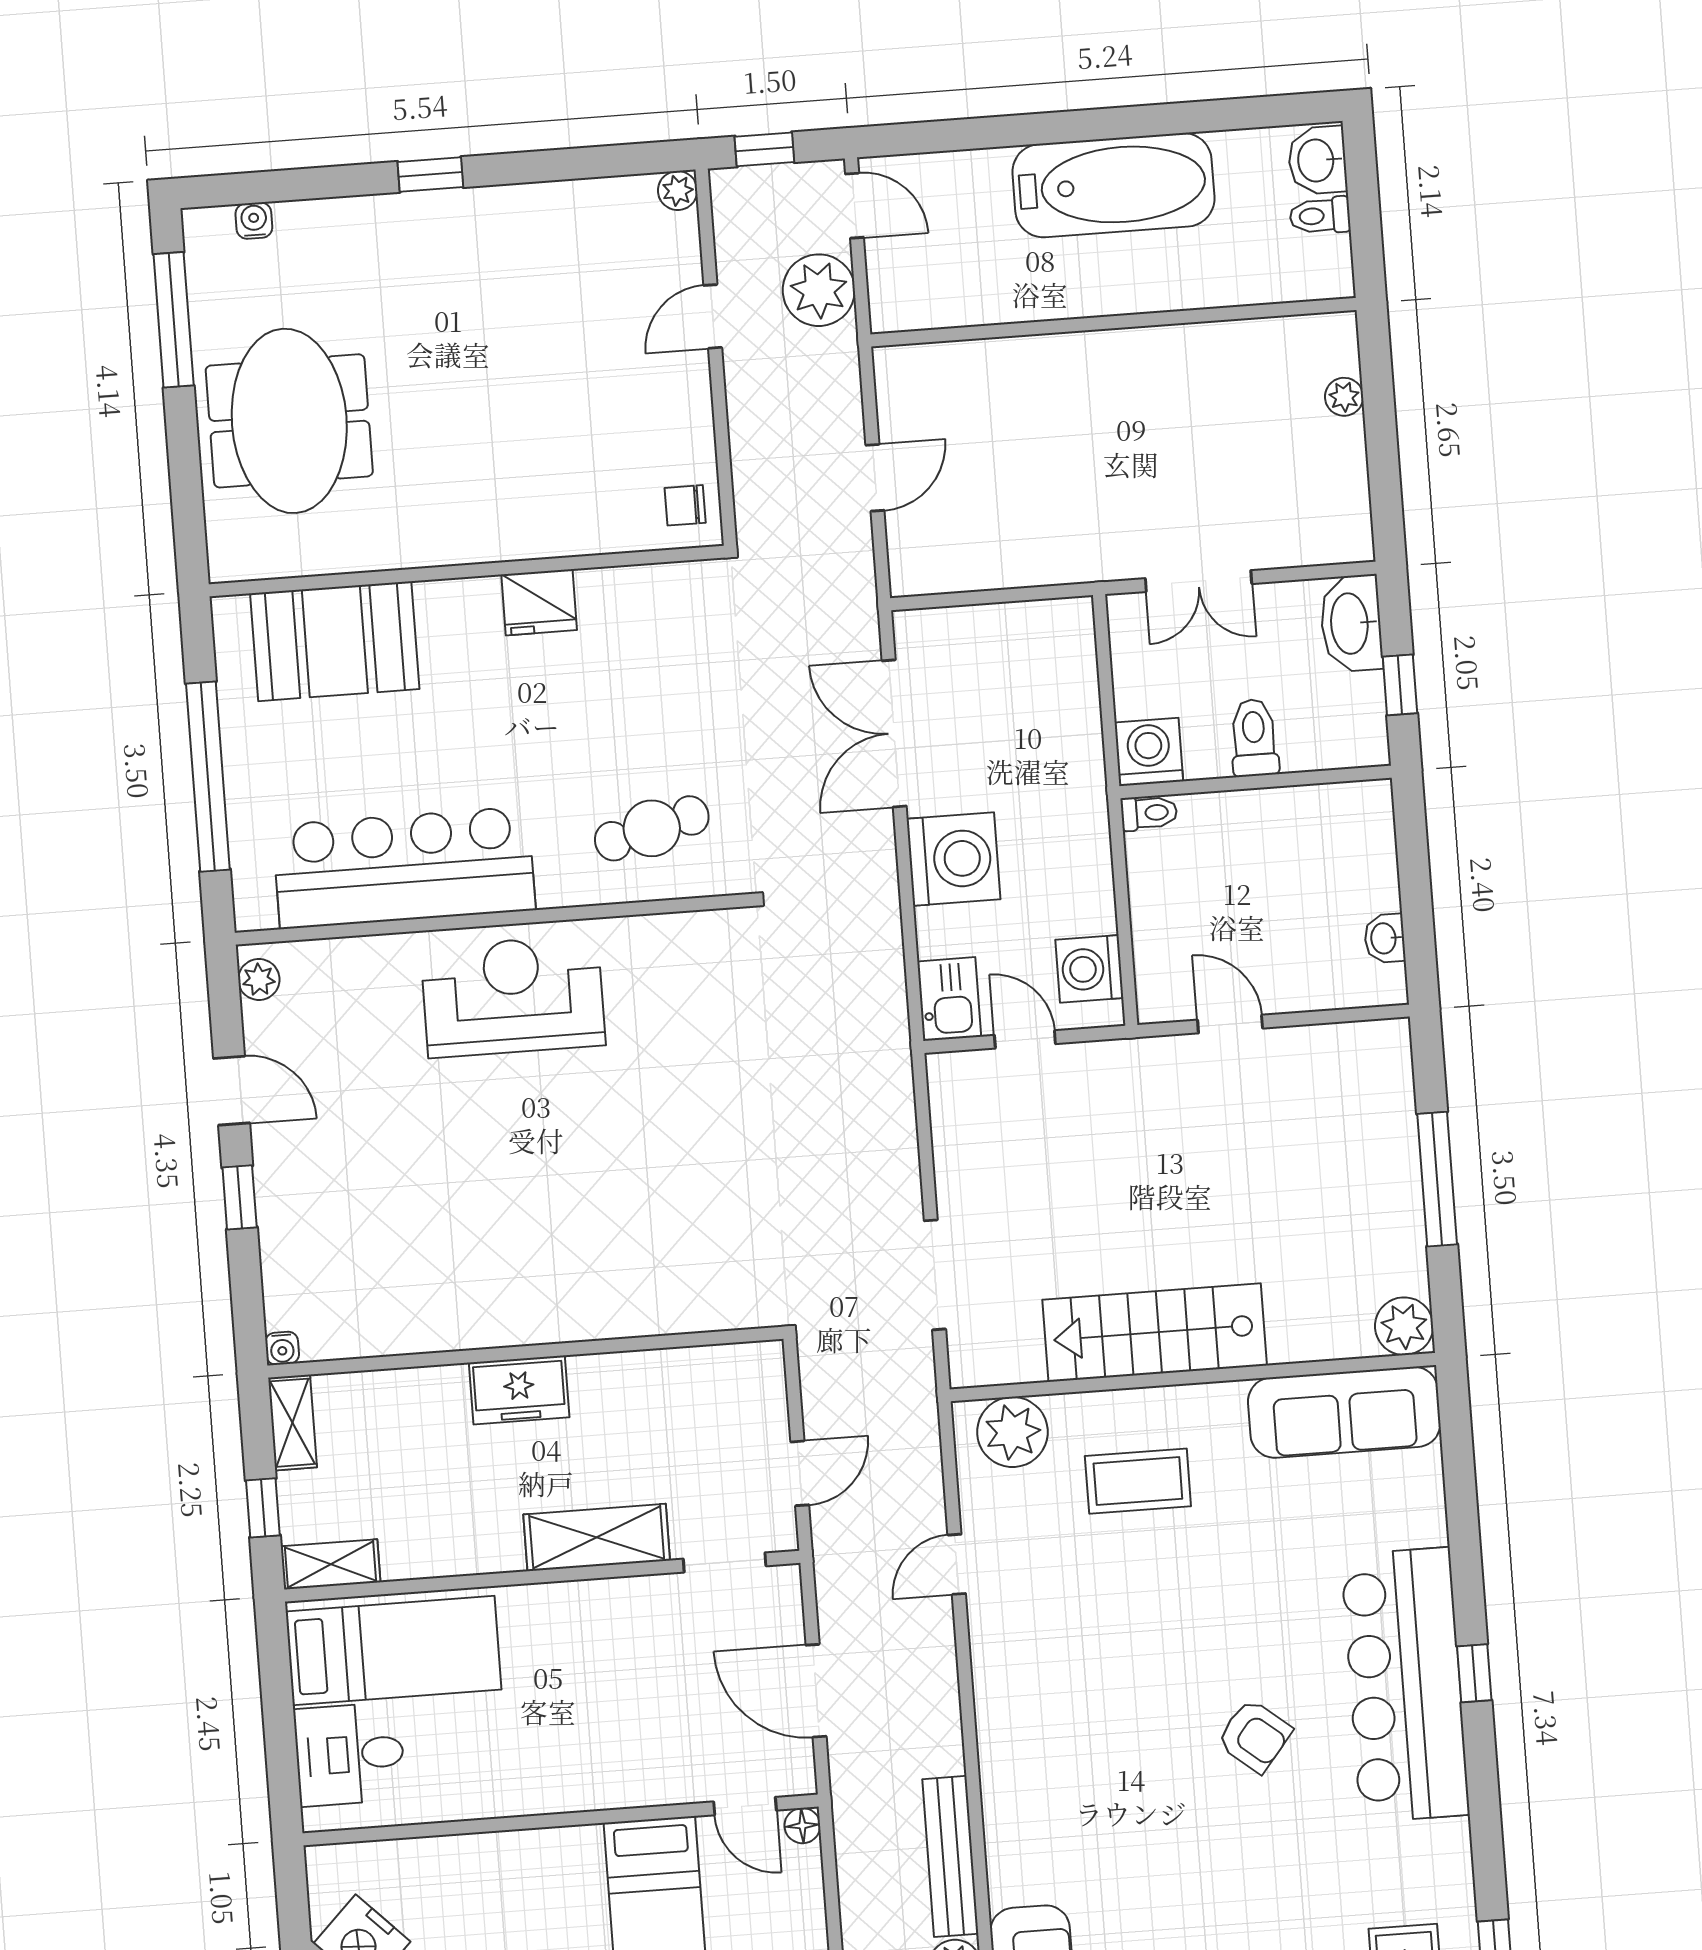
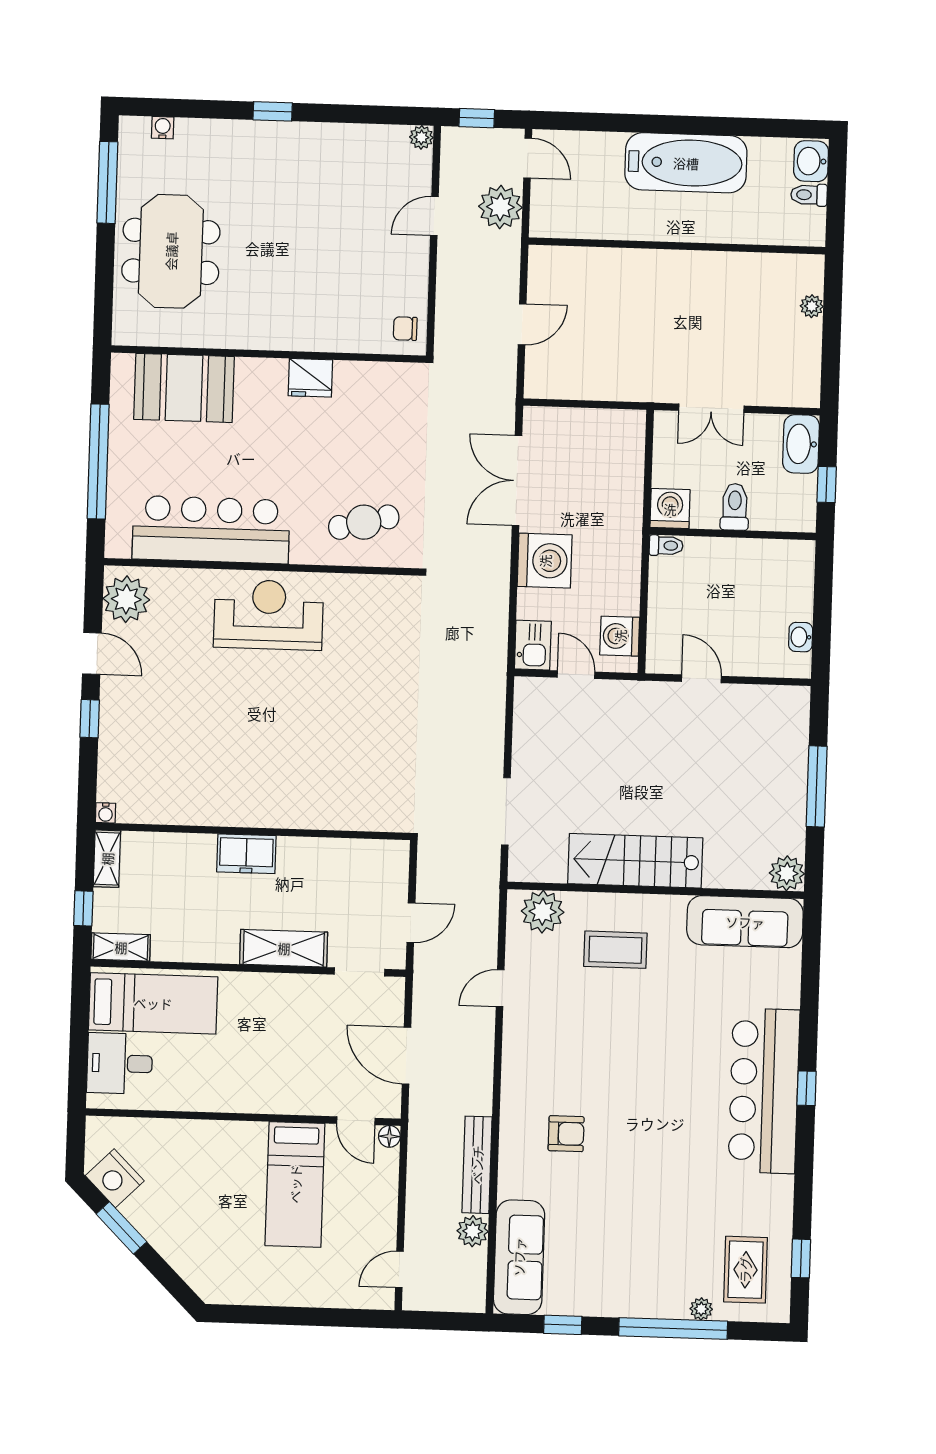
plant: (259, 979) -> (126, 599), width x1.88, depth x1.88
armchair: (1254, 1736) -> (566, 1134), moved, turned -39

